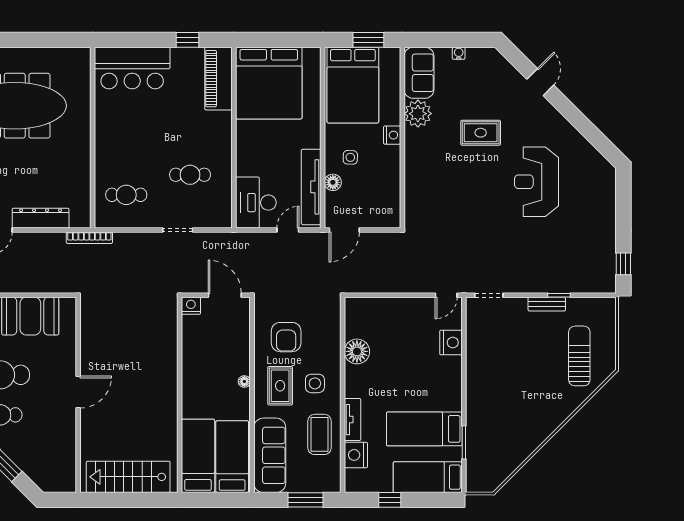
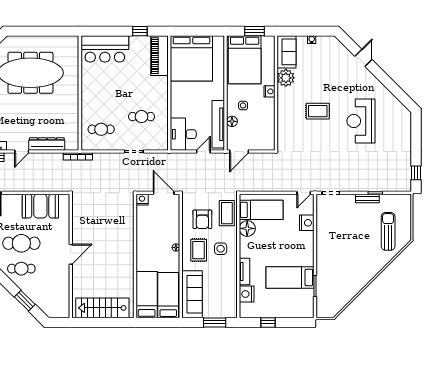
rug: (481, 133) -> (318, 111), moved
coffee table: (319, 434) -> (227, 213), moved
bed: (428, 477) -> (261, 210), moved, turned 180

